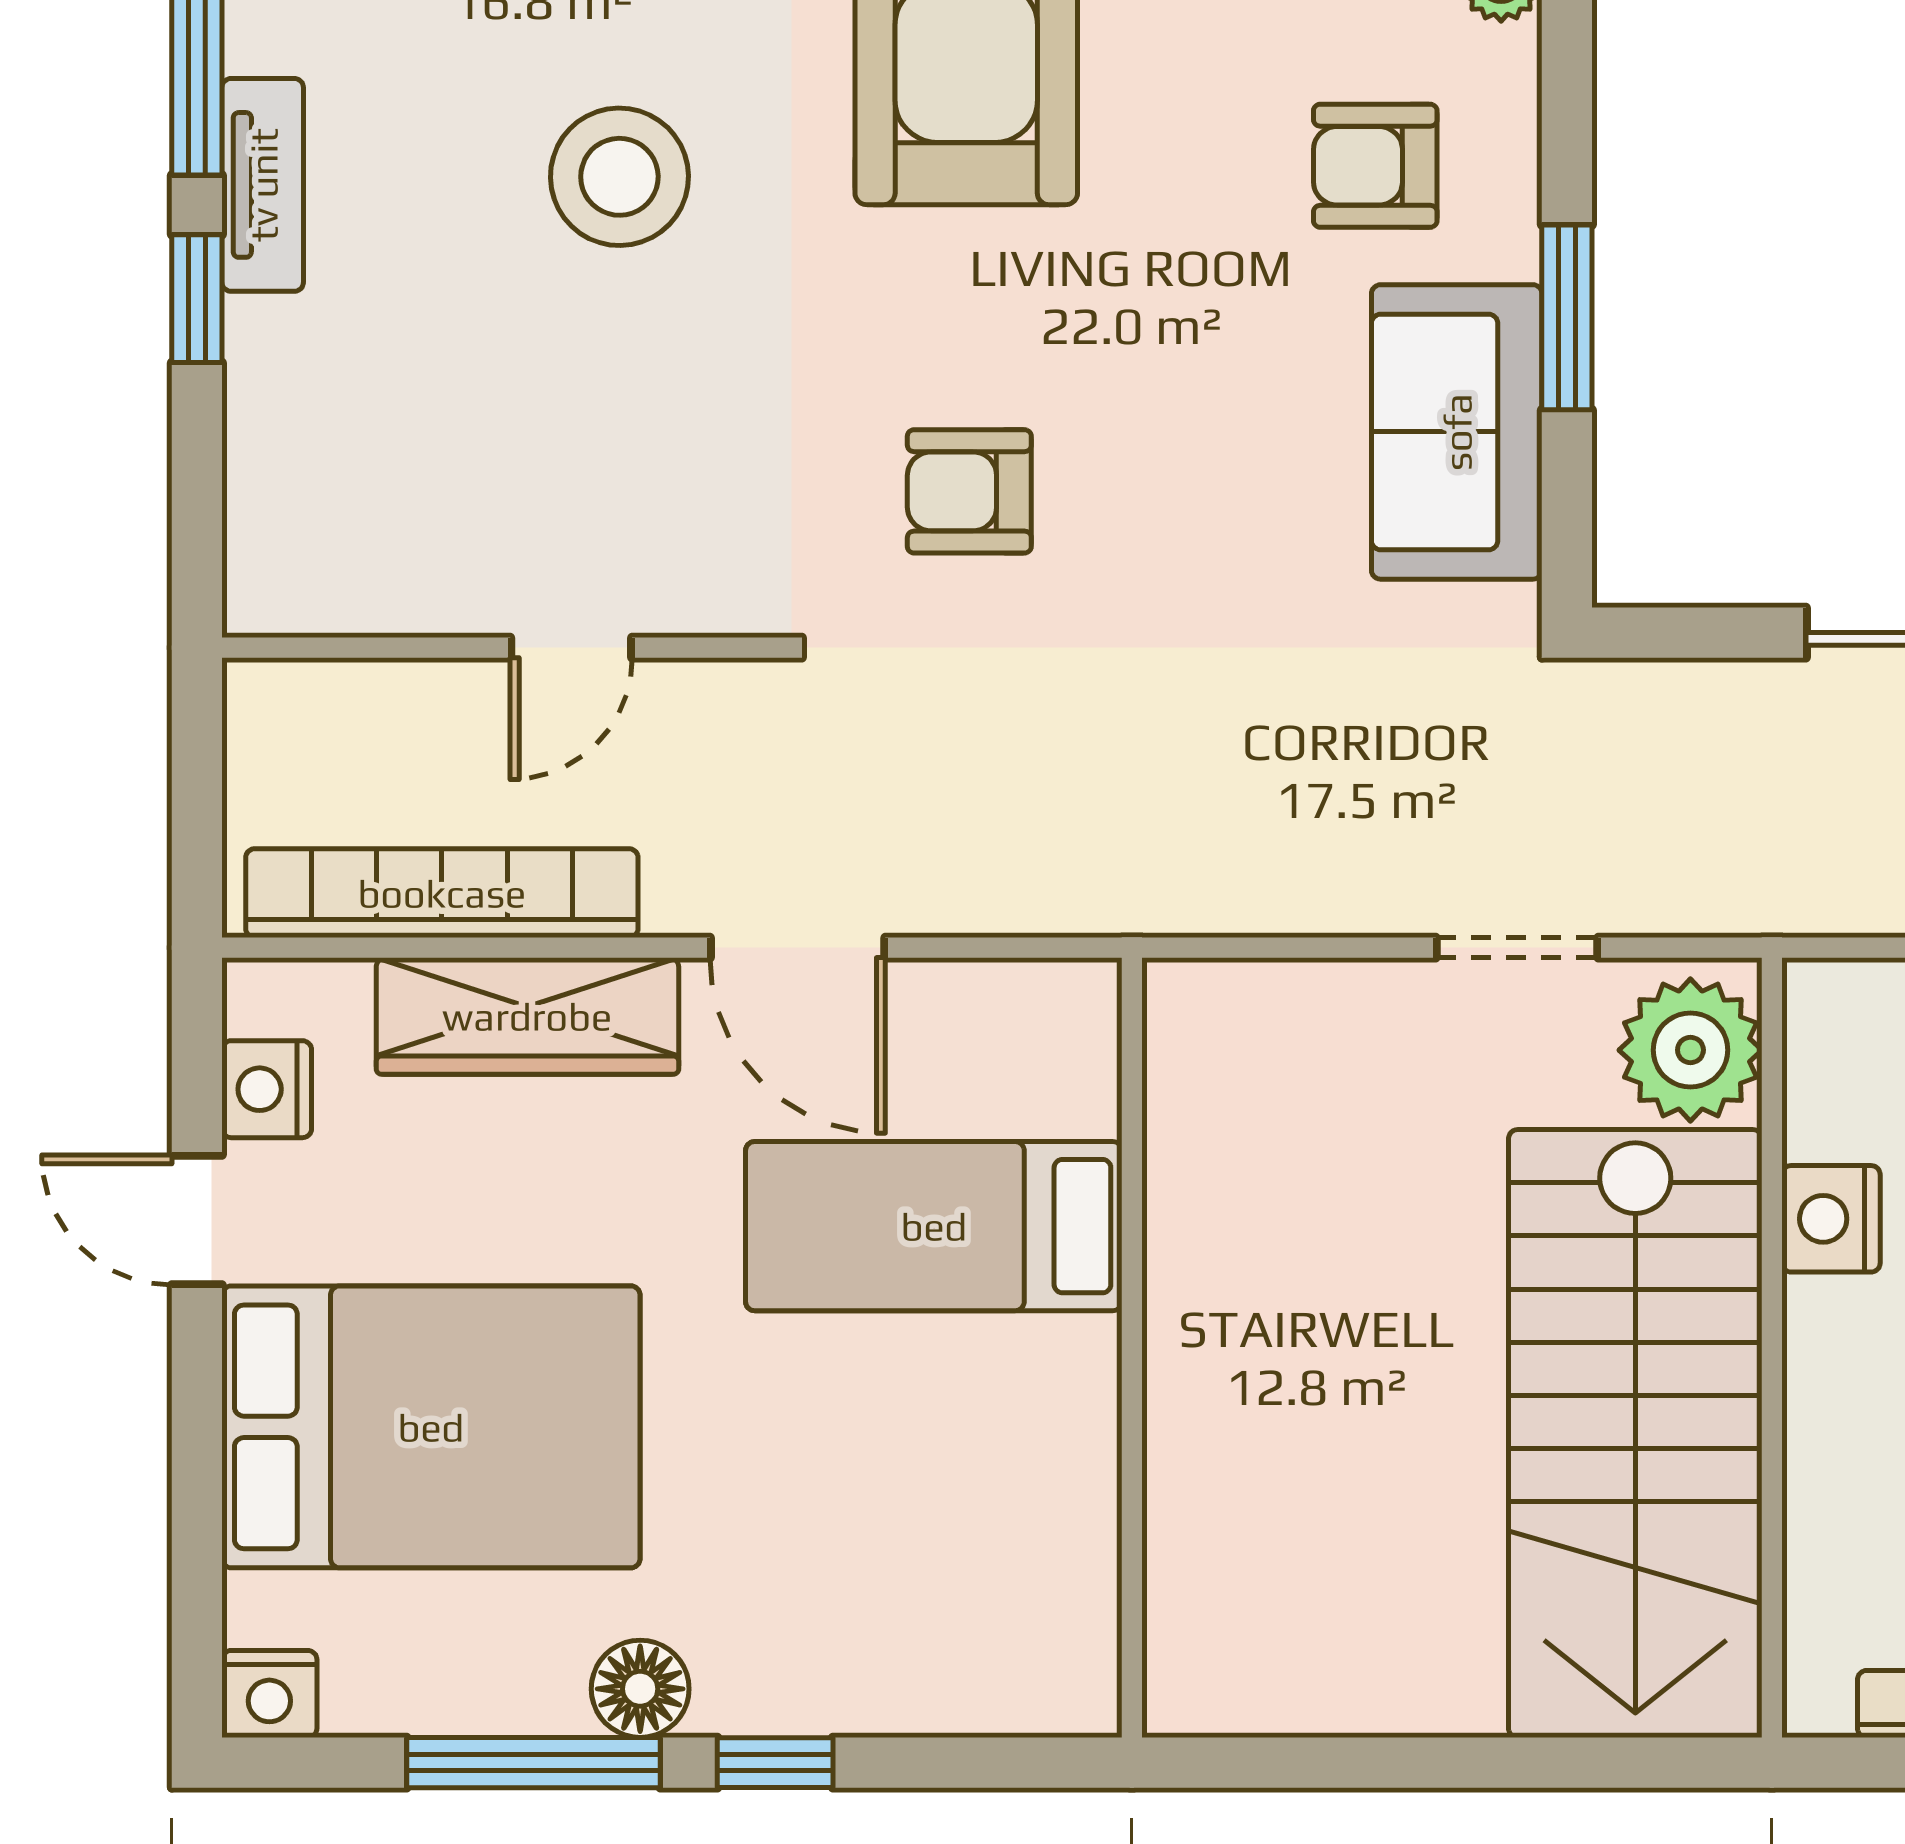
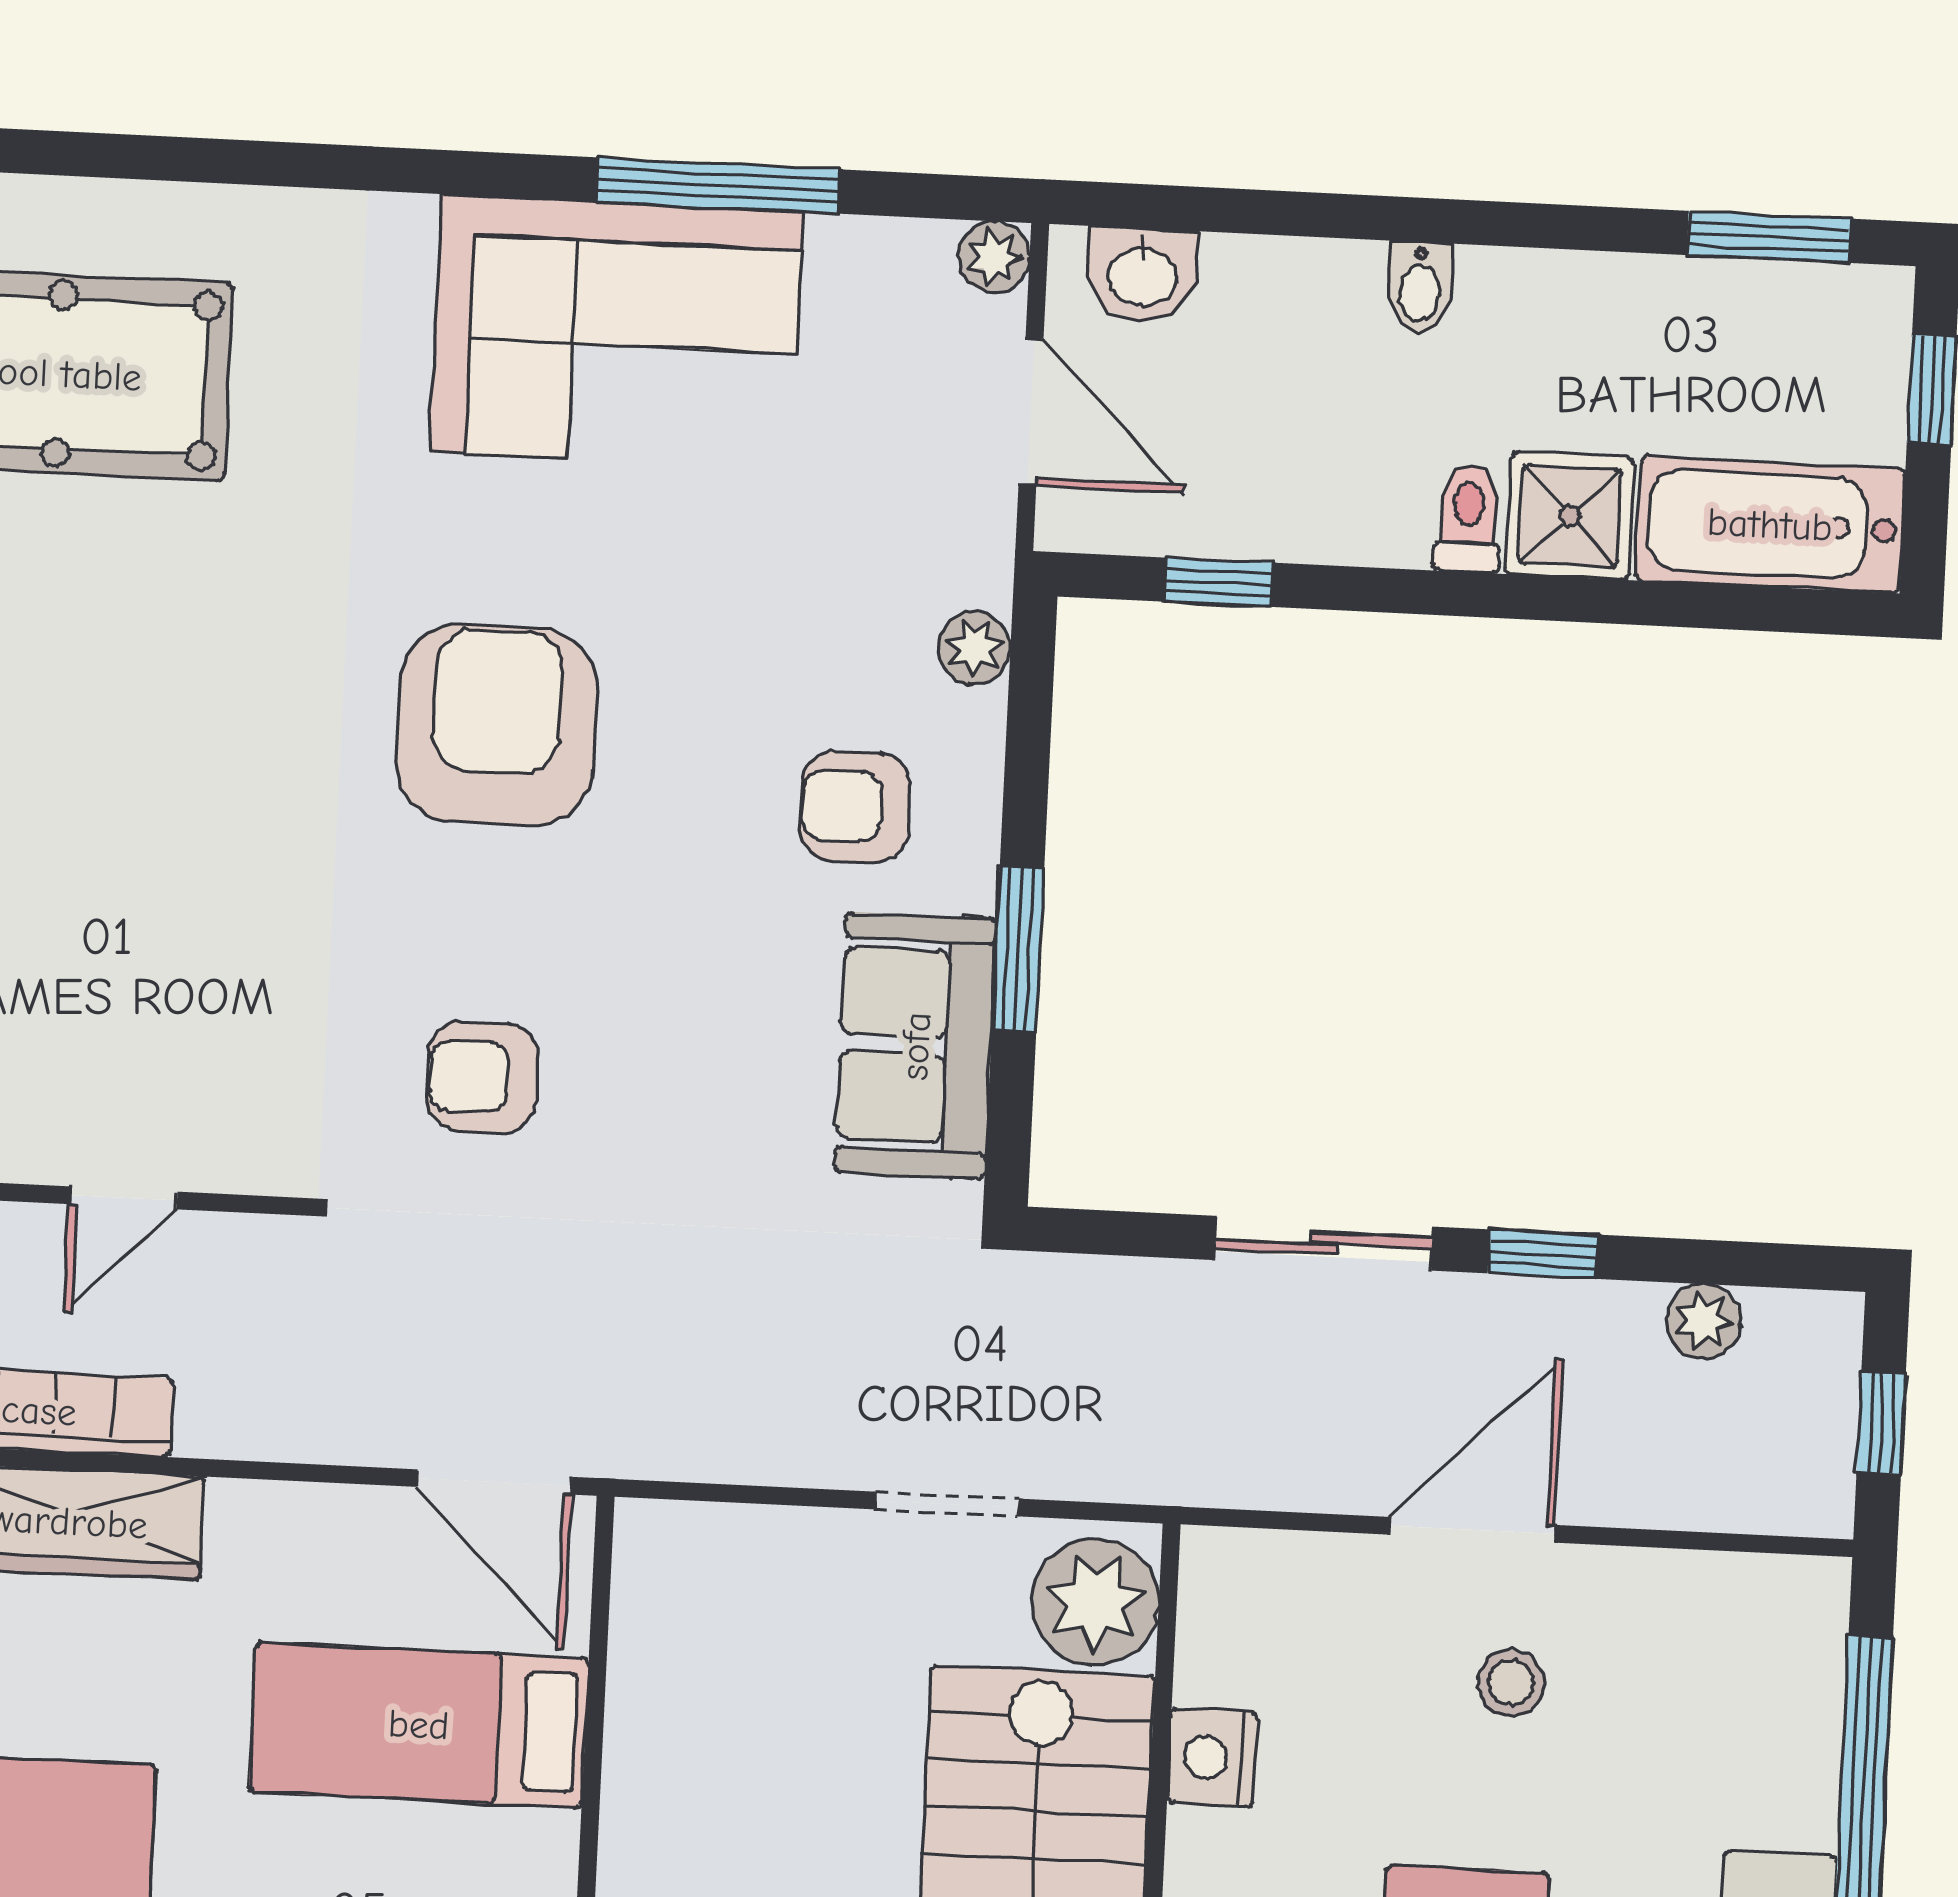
stool: (619, 177) -> (186, 784), removed
door: (798, 948) -> (494, 1482), moved

